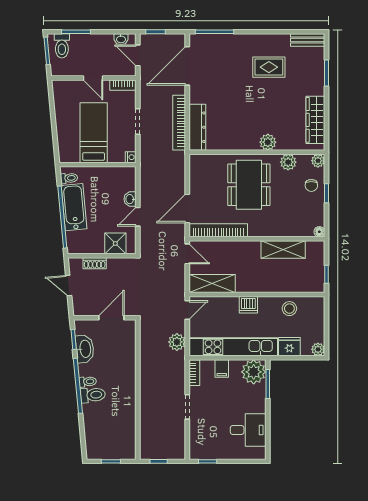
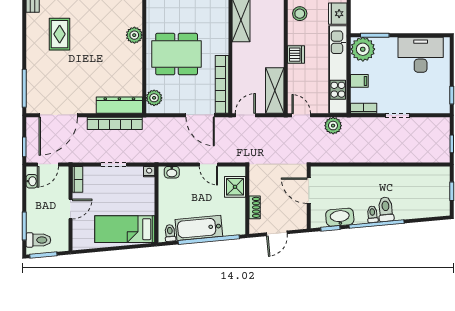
door: (187, 66) -> (58, 115), hinge flipped
bed: (94, 133) -> (125, 229), moved
plant: (288, 162) -> (154, 98), moved
washbasin: (130, 199) -> (172, 172), moved
desk: (248, 430) -> (421, 55), width x1.37

